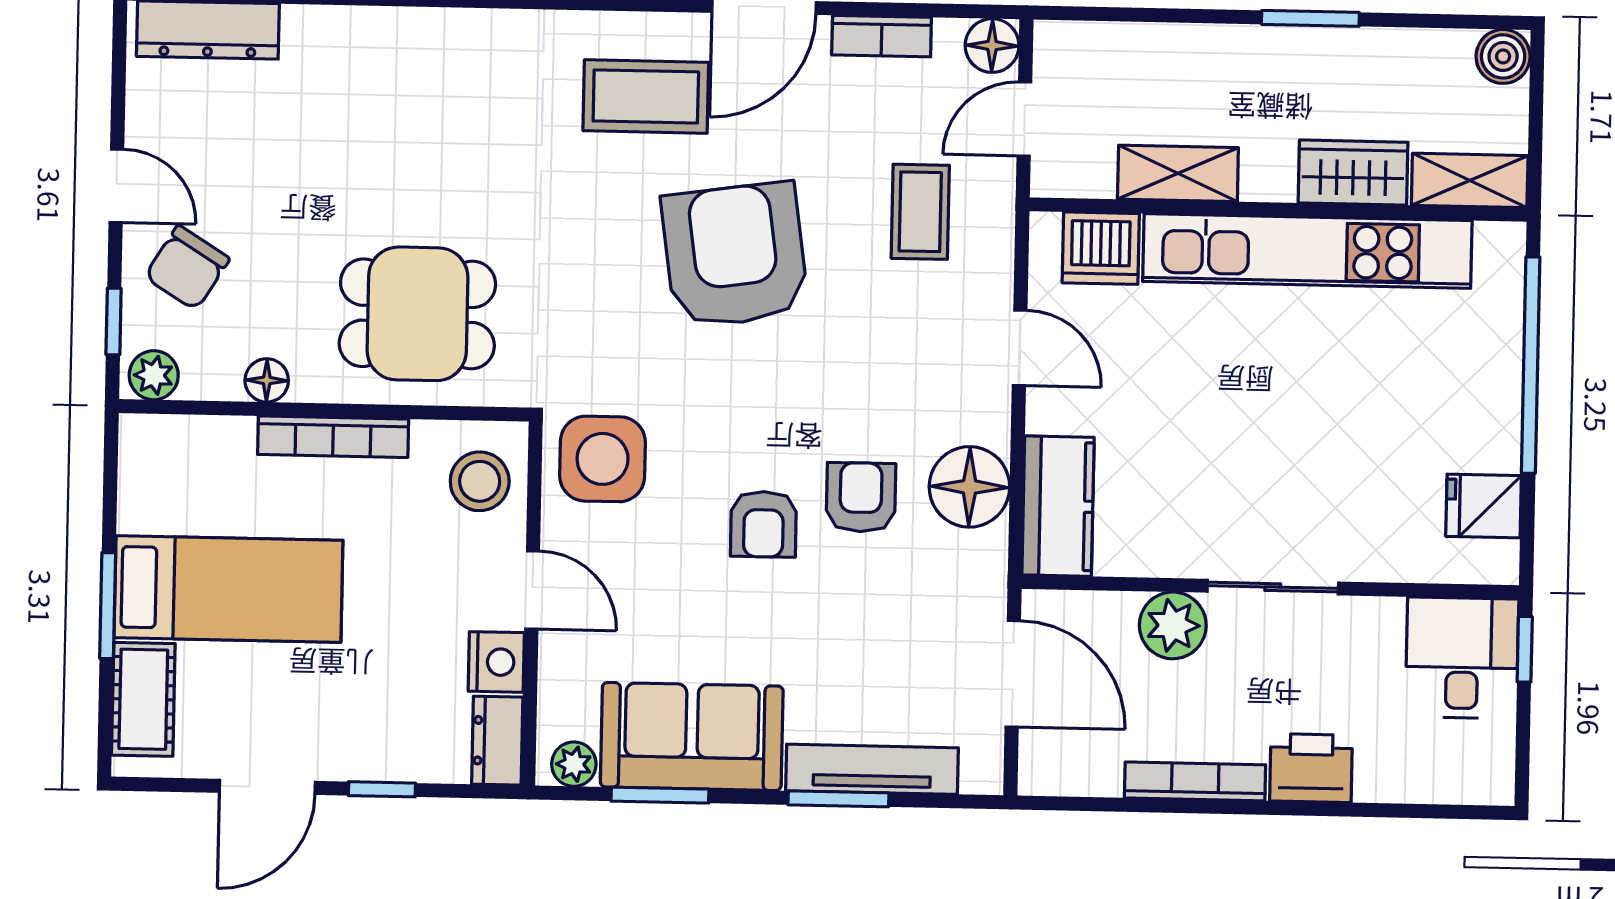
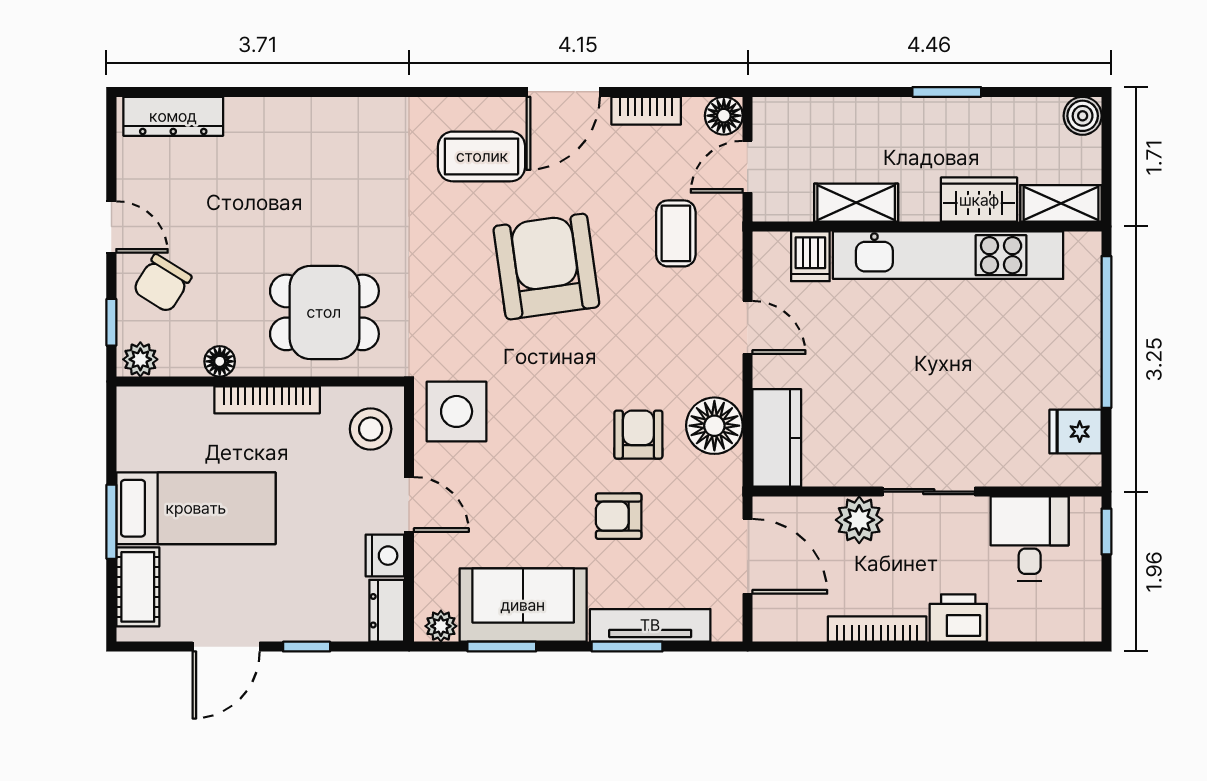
dishwasher: (1101, 248) -> (810, 256), width x0.73
armchair: (763, 524) -> (619, 516), moved, turned 90
desk: (1462, 658) -> (1030, 539), moved

